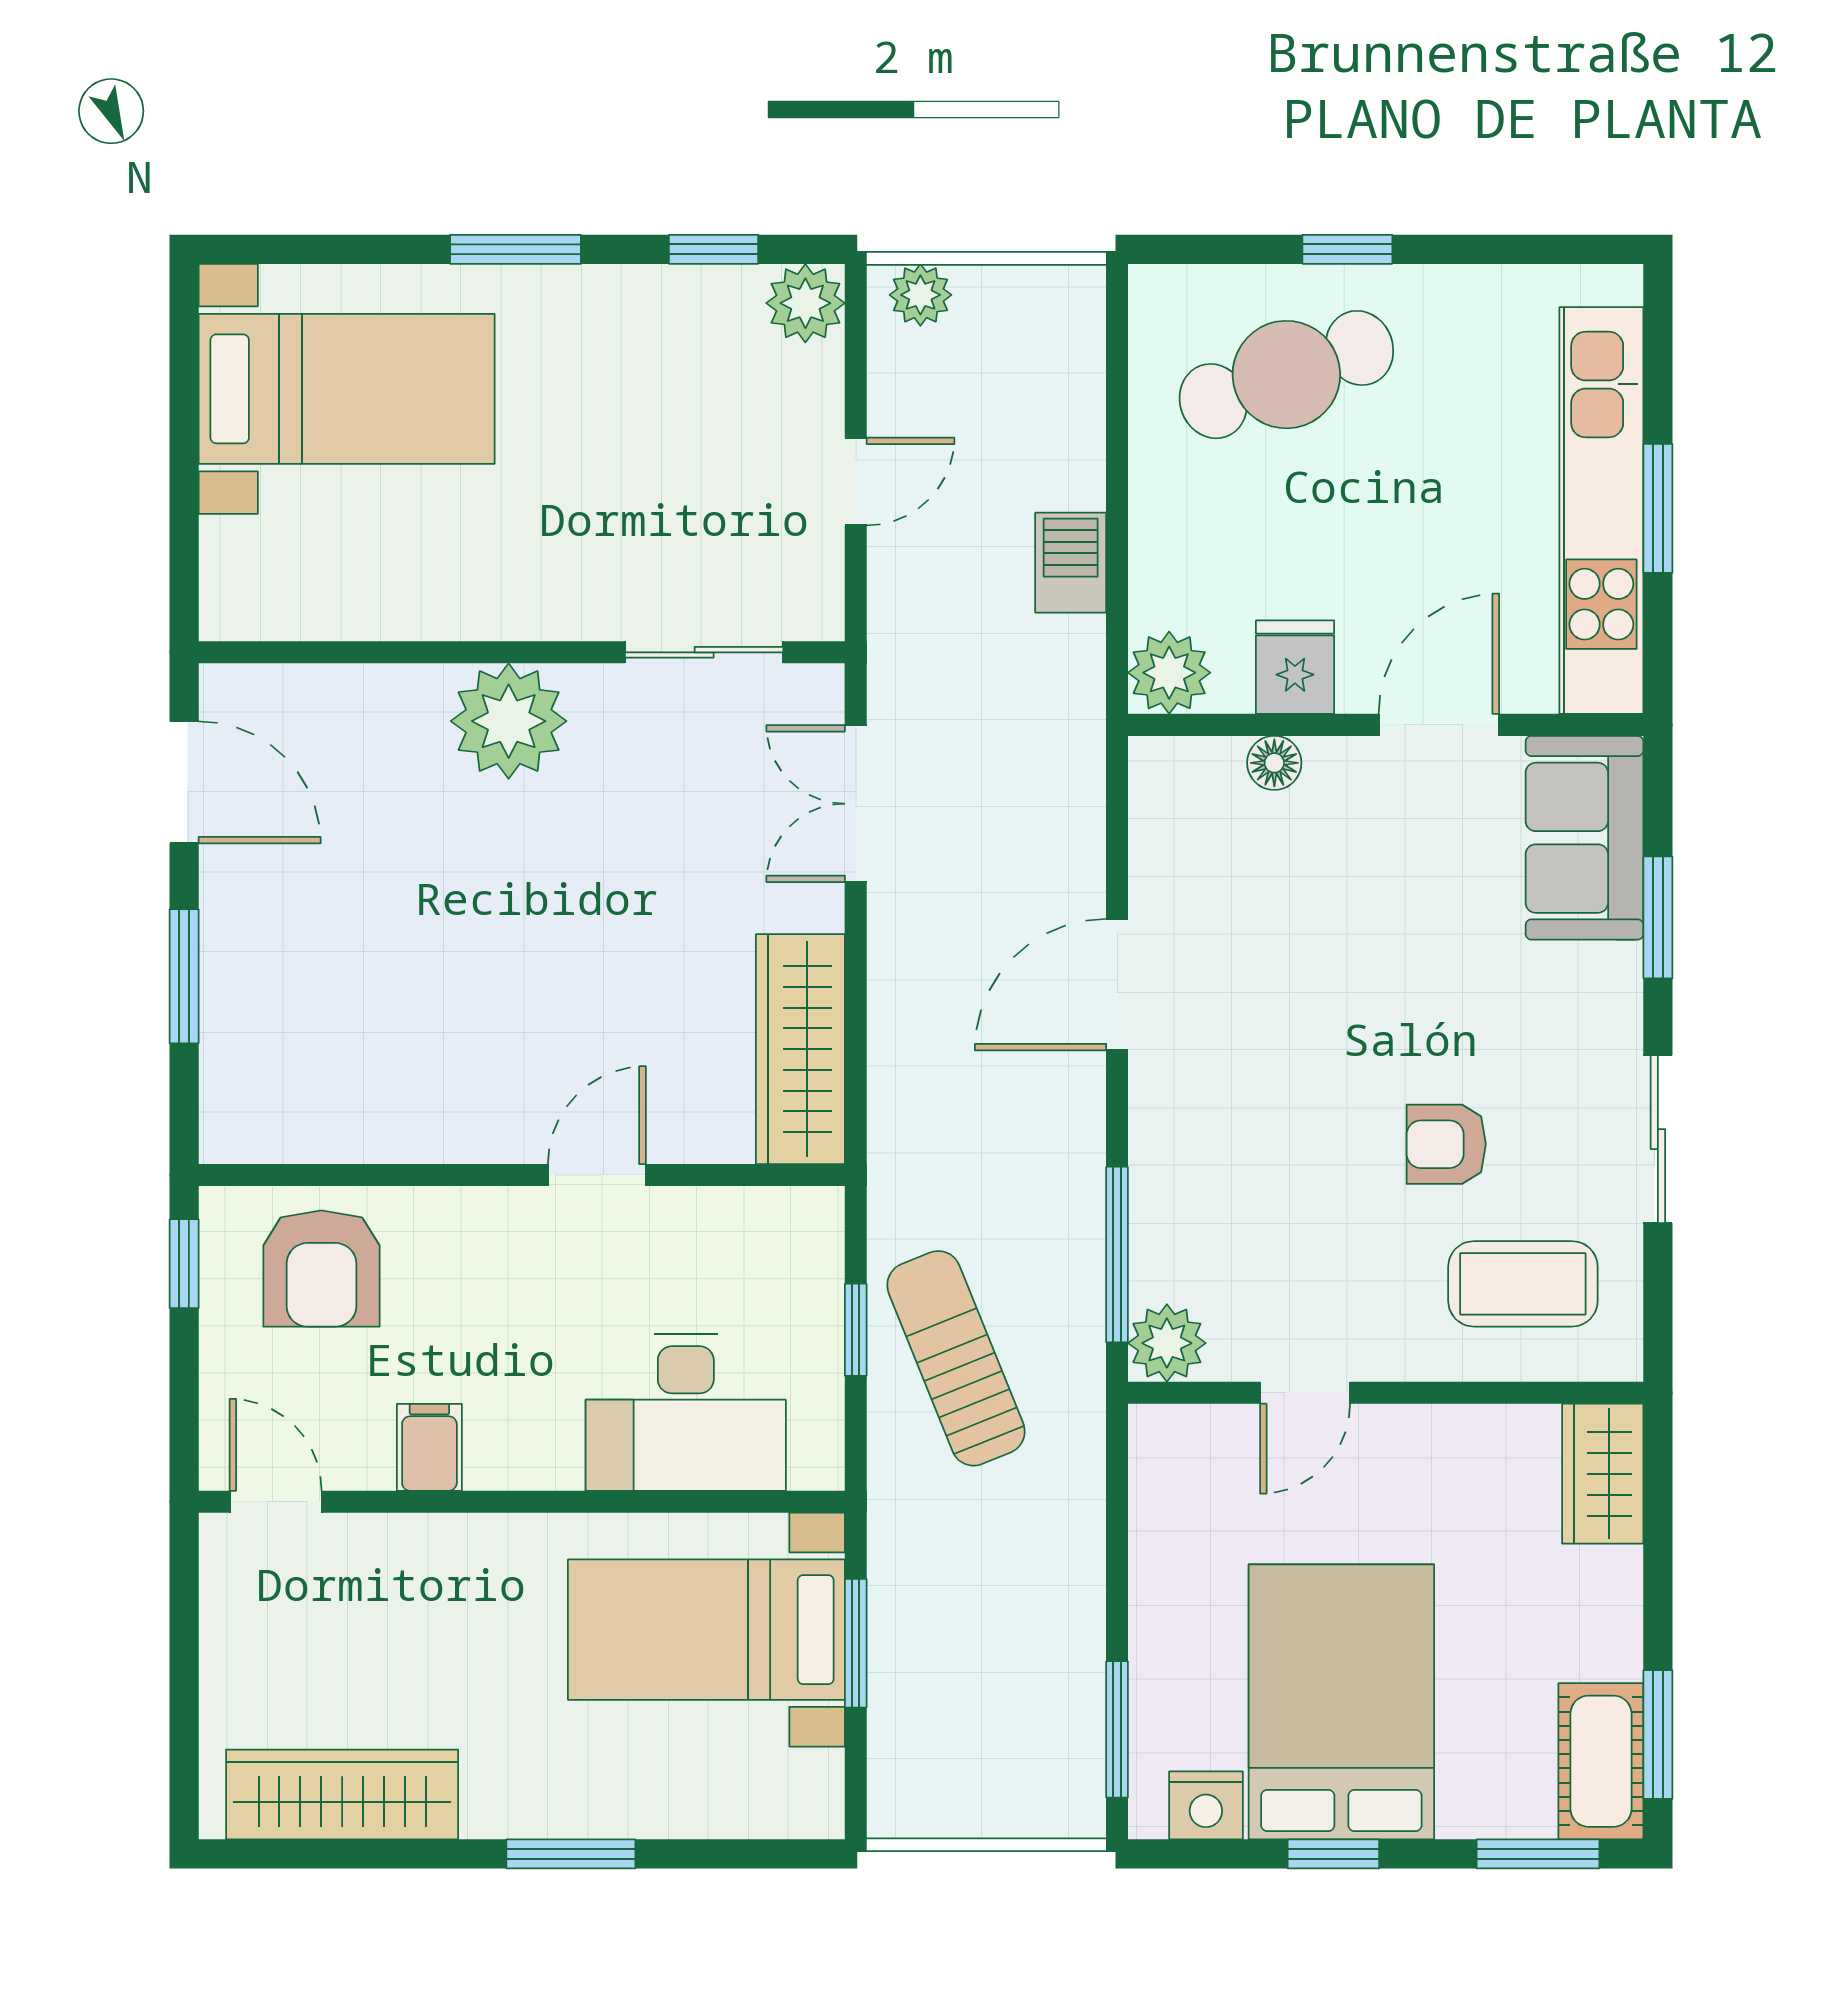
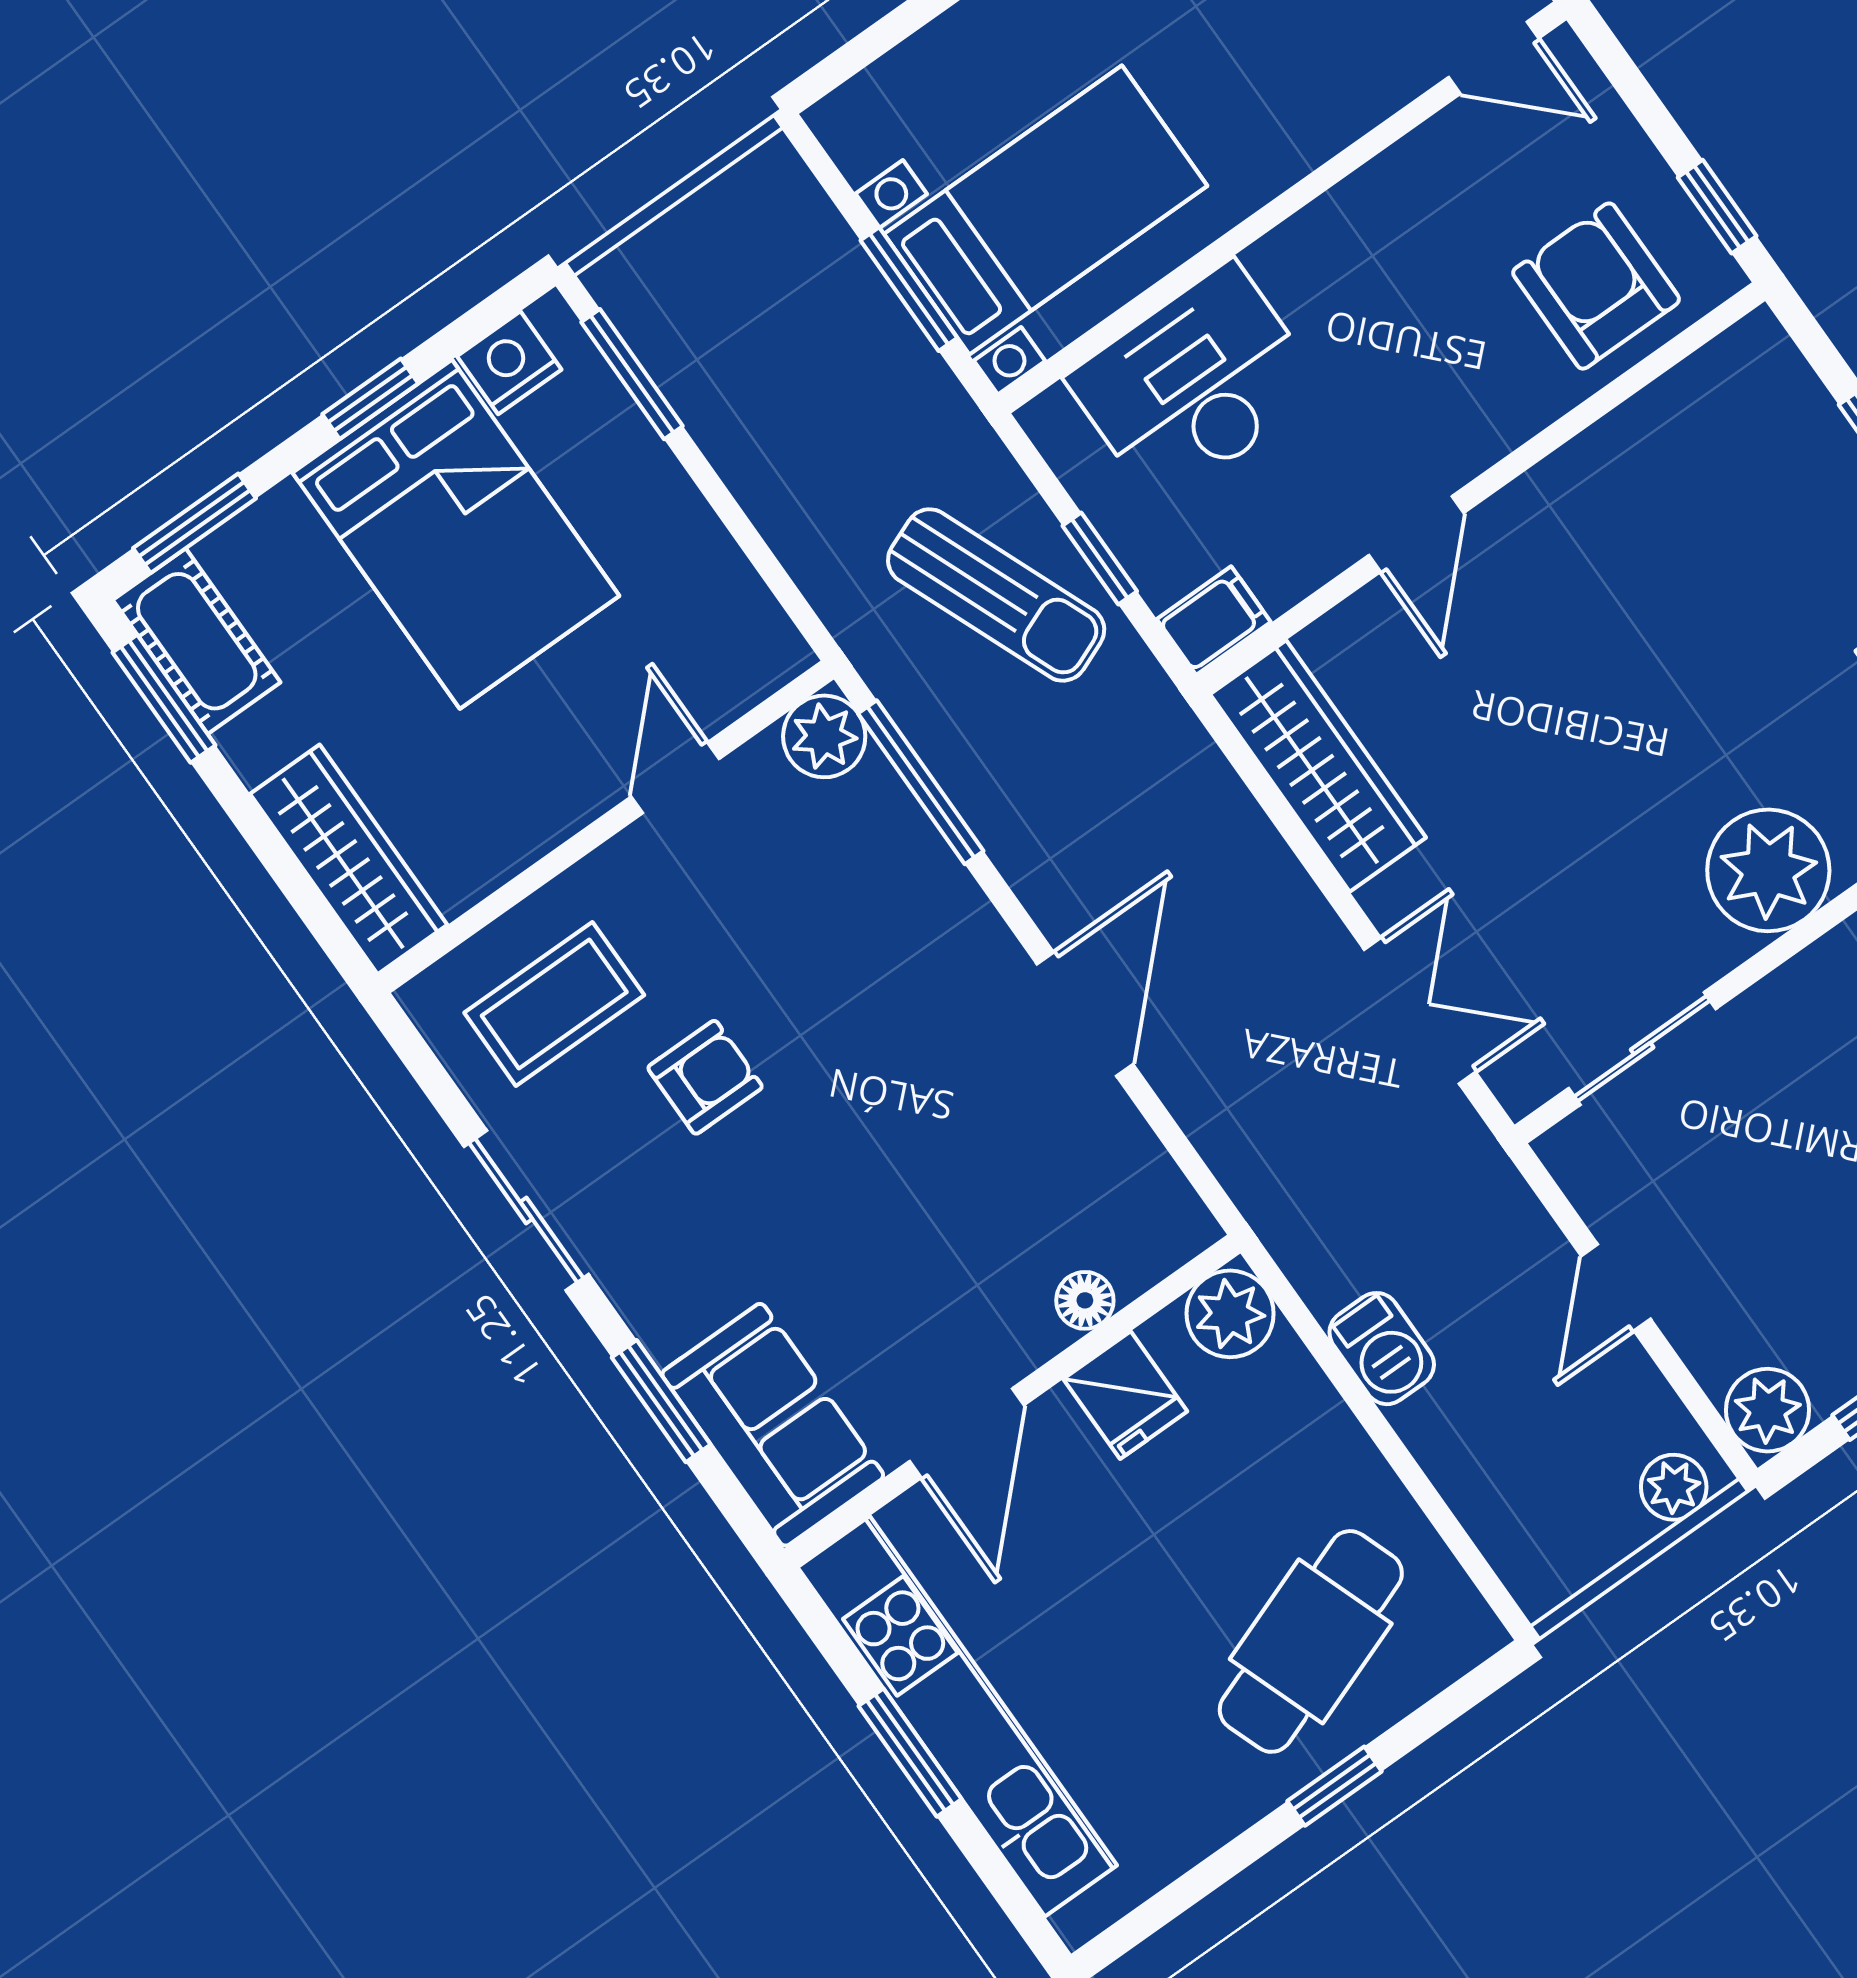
filing cabinet: (429, 1447) -> (1214, 621), moved, turned -90
wardrobe: (1603, 1474) -> (349, 859), width x1.50

